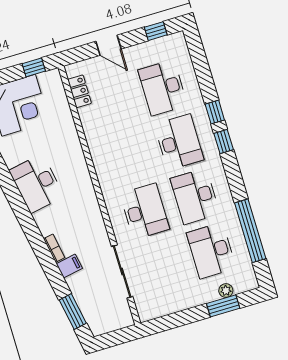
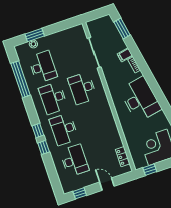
desk: (37, 183) -> (140, 99), width x1.36, depth x1.30
desk: (195, 196) -> (53, 98), turned 180

